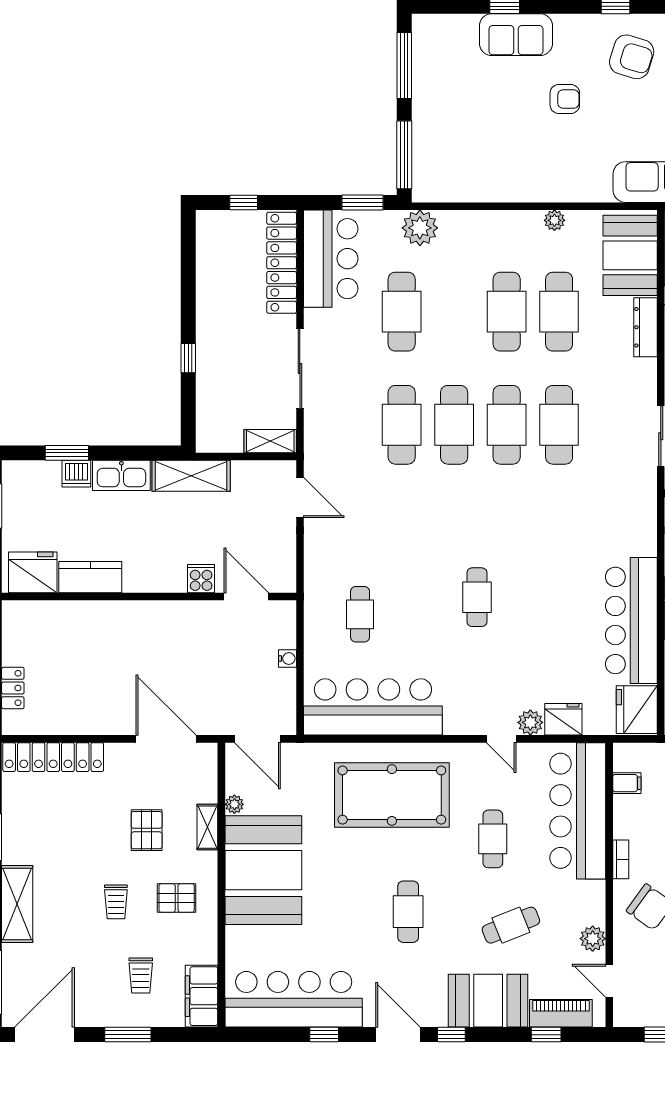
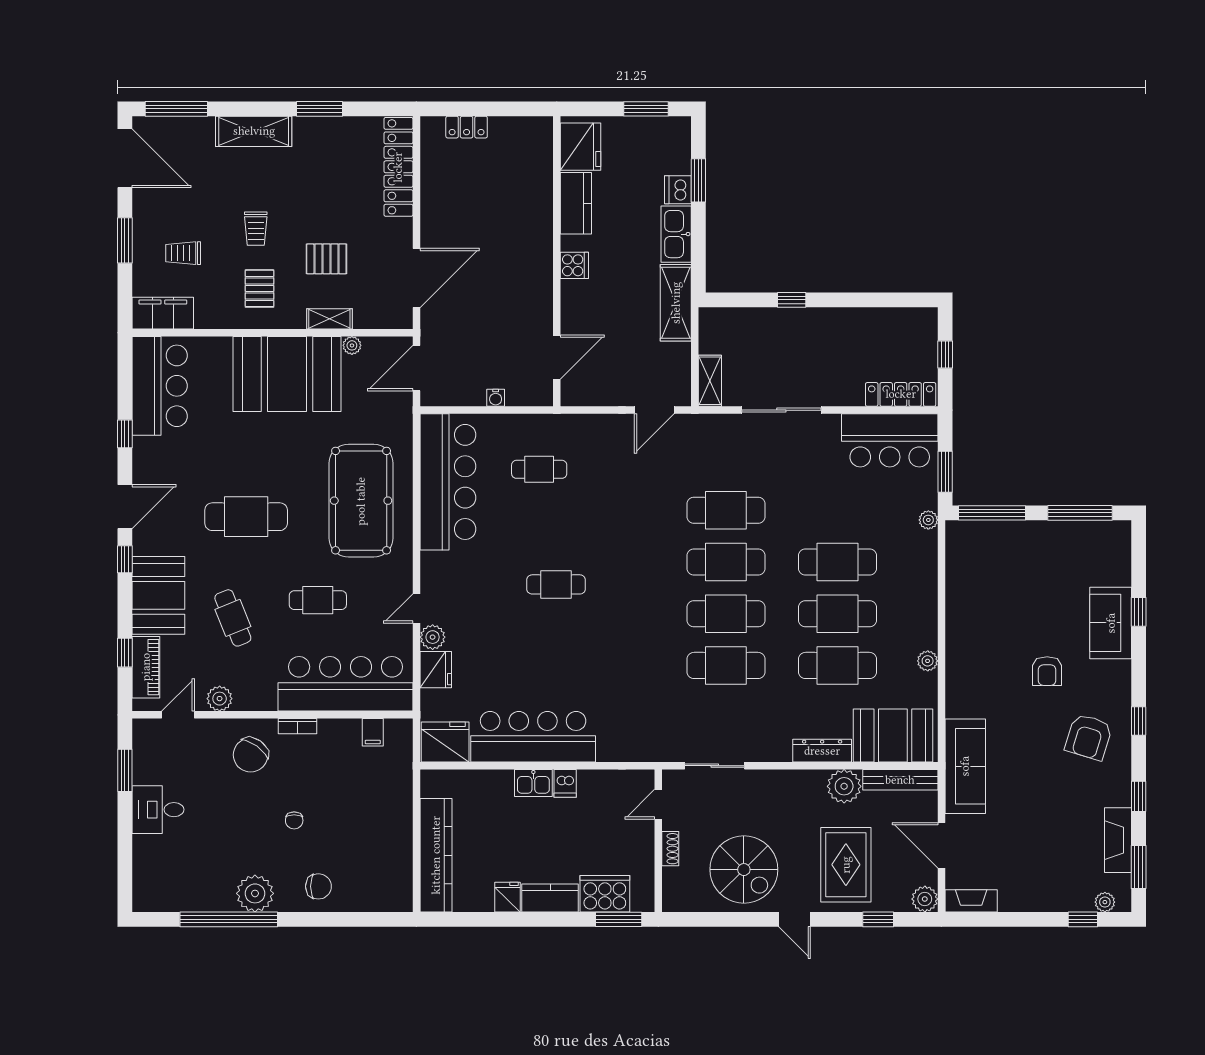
plant: (420, 228) -> (928, 520), width x0.53, depth x0.53
locker: (282, 263) -> (901, 394), width x0.71, depth x0.83
cafe table: (402, 312) -> (837, 562), moved
cooker: (201, 579) -> (574, 265), moved
trolley: (116, 902) -> (256, 229), turned -90
cafe table: (408, 912) -> (246, 517), width x1.37, depth x1.35
bar counter: (294, 999) -> (160, 386), width x0.73

